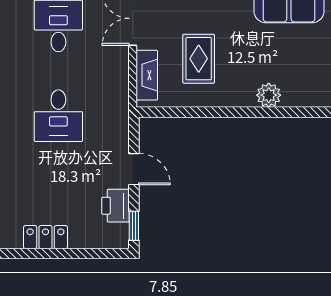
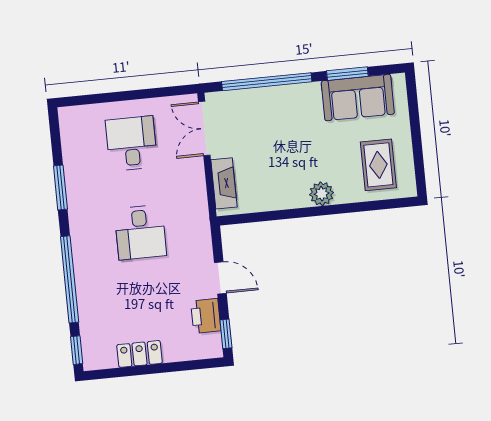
rug: (199, 59) -> (378, 165), moved
plant: (269, 95) -> (322, 194), moved

